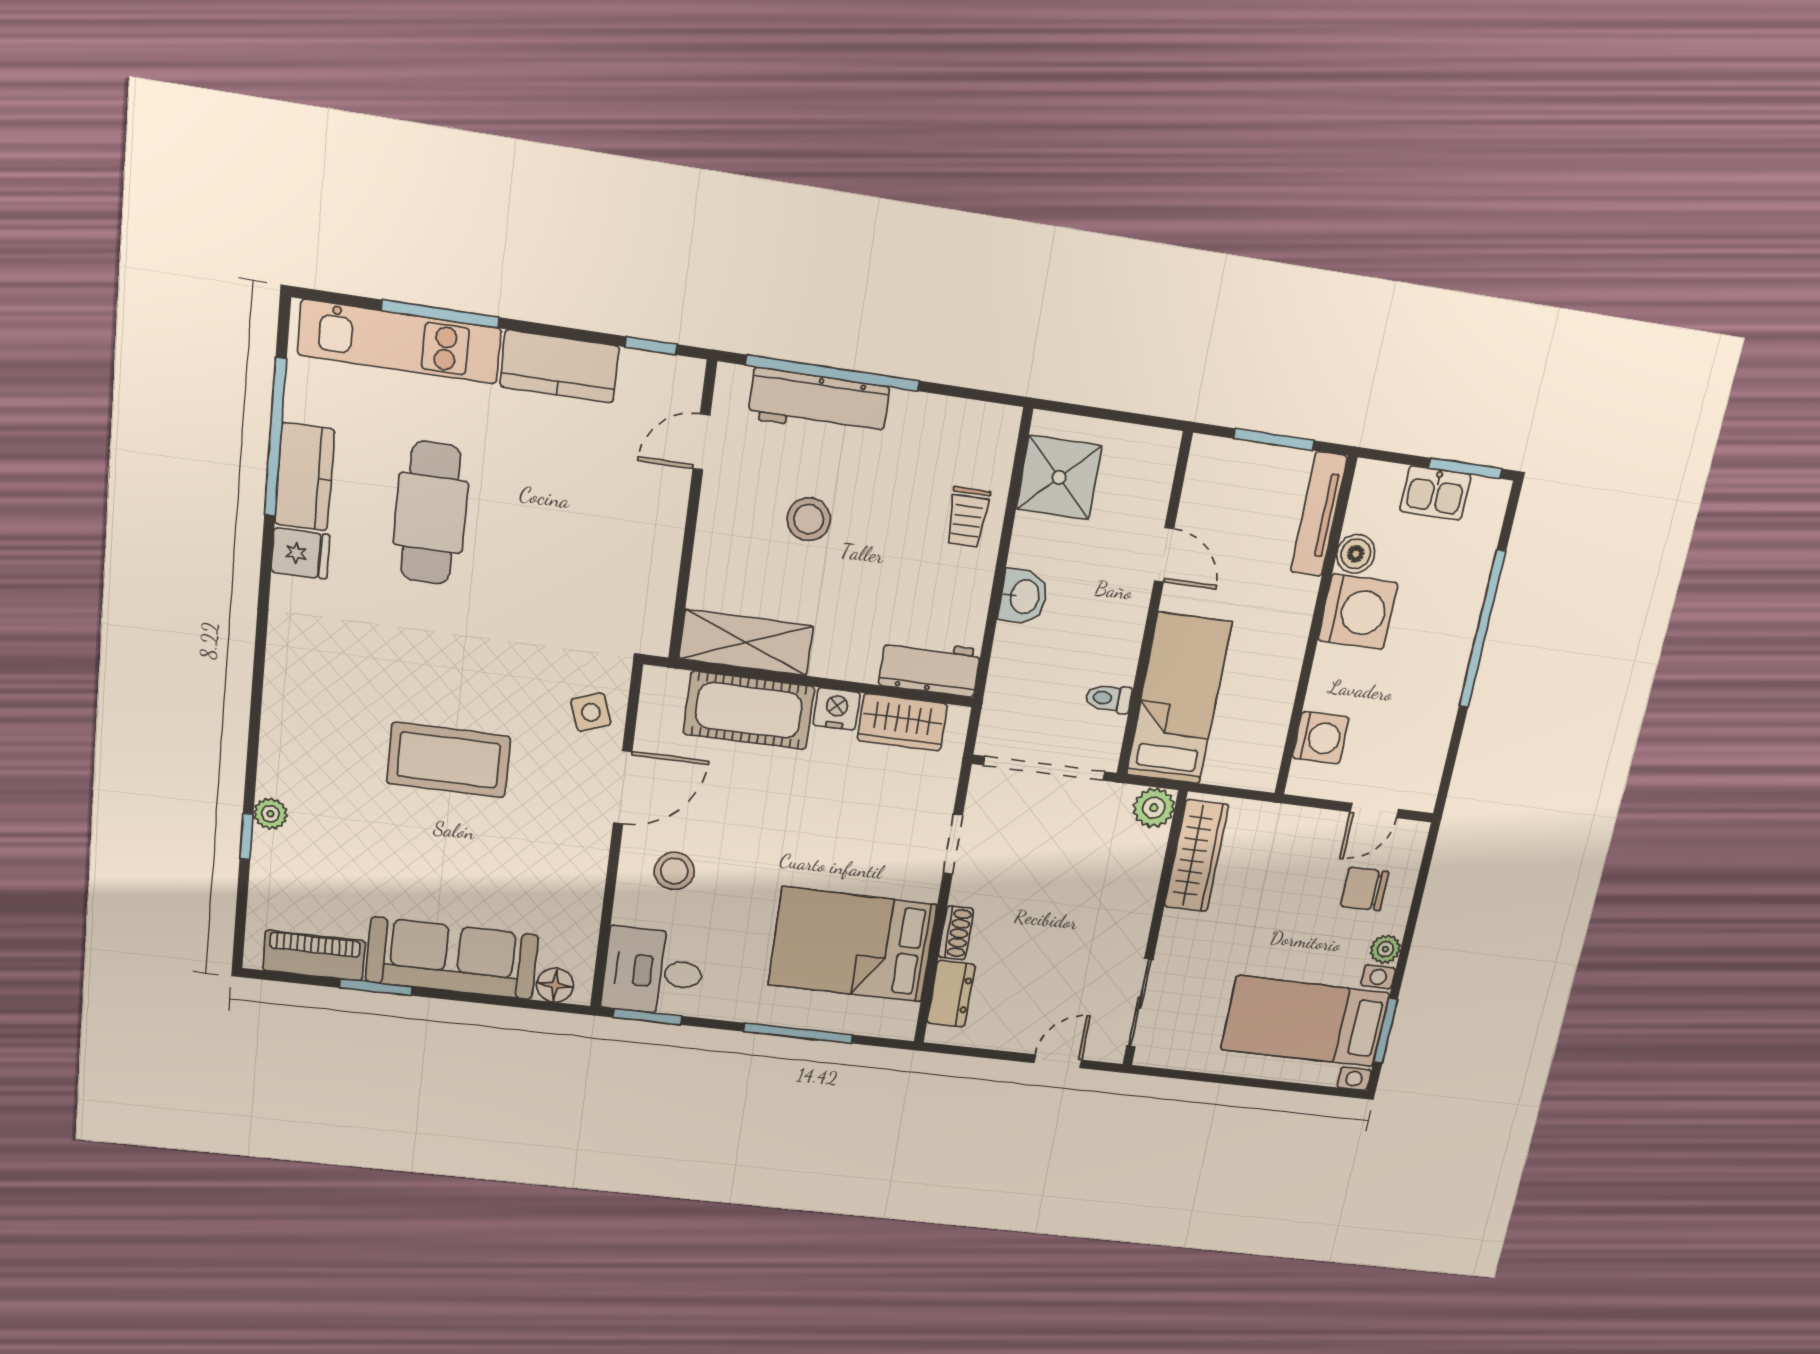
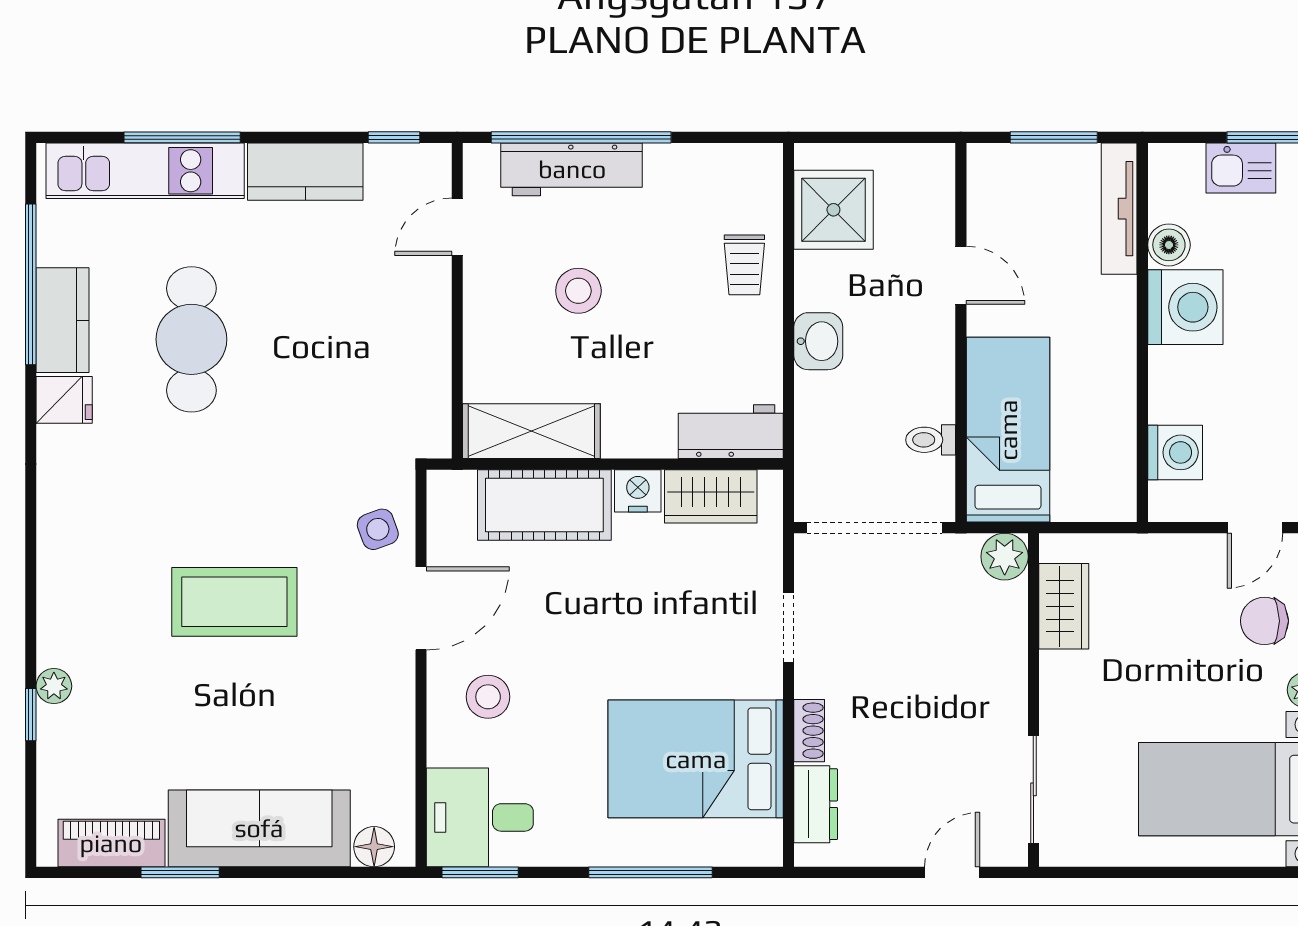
wardrobe: (1197, 856) -> (1064, 606), width x0.67

